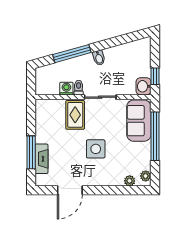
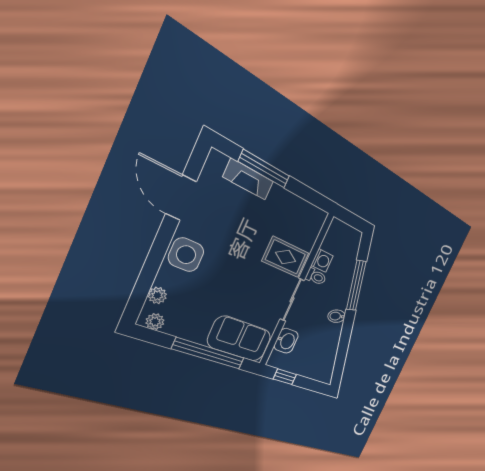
washbasin: (144, 86) -> (286, 341), moved, turned 90
side table: (96, 149) -> (186, 255), moved

